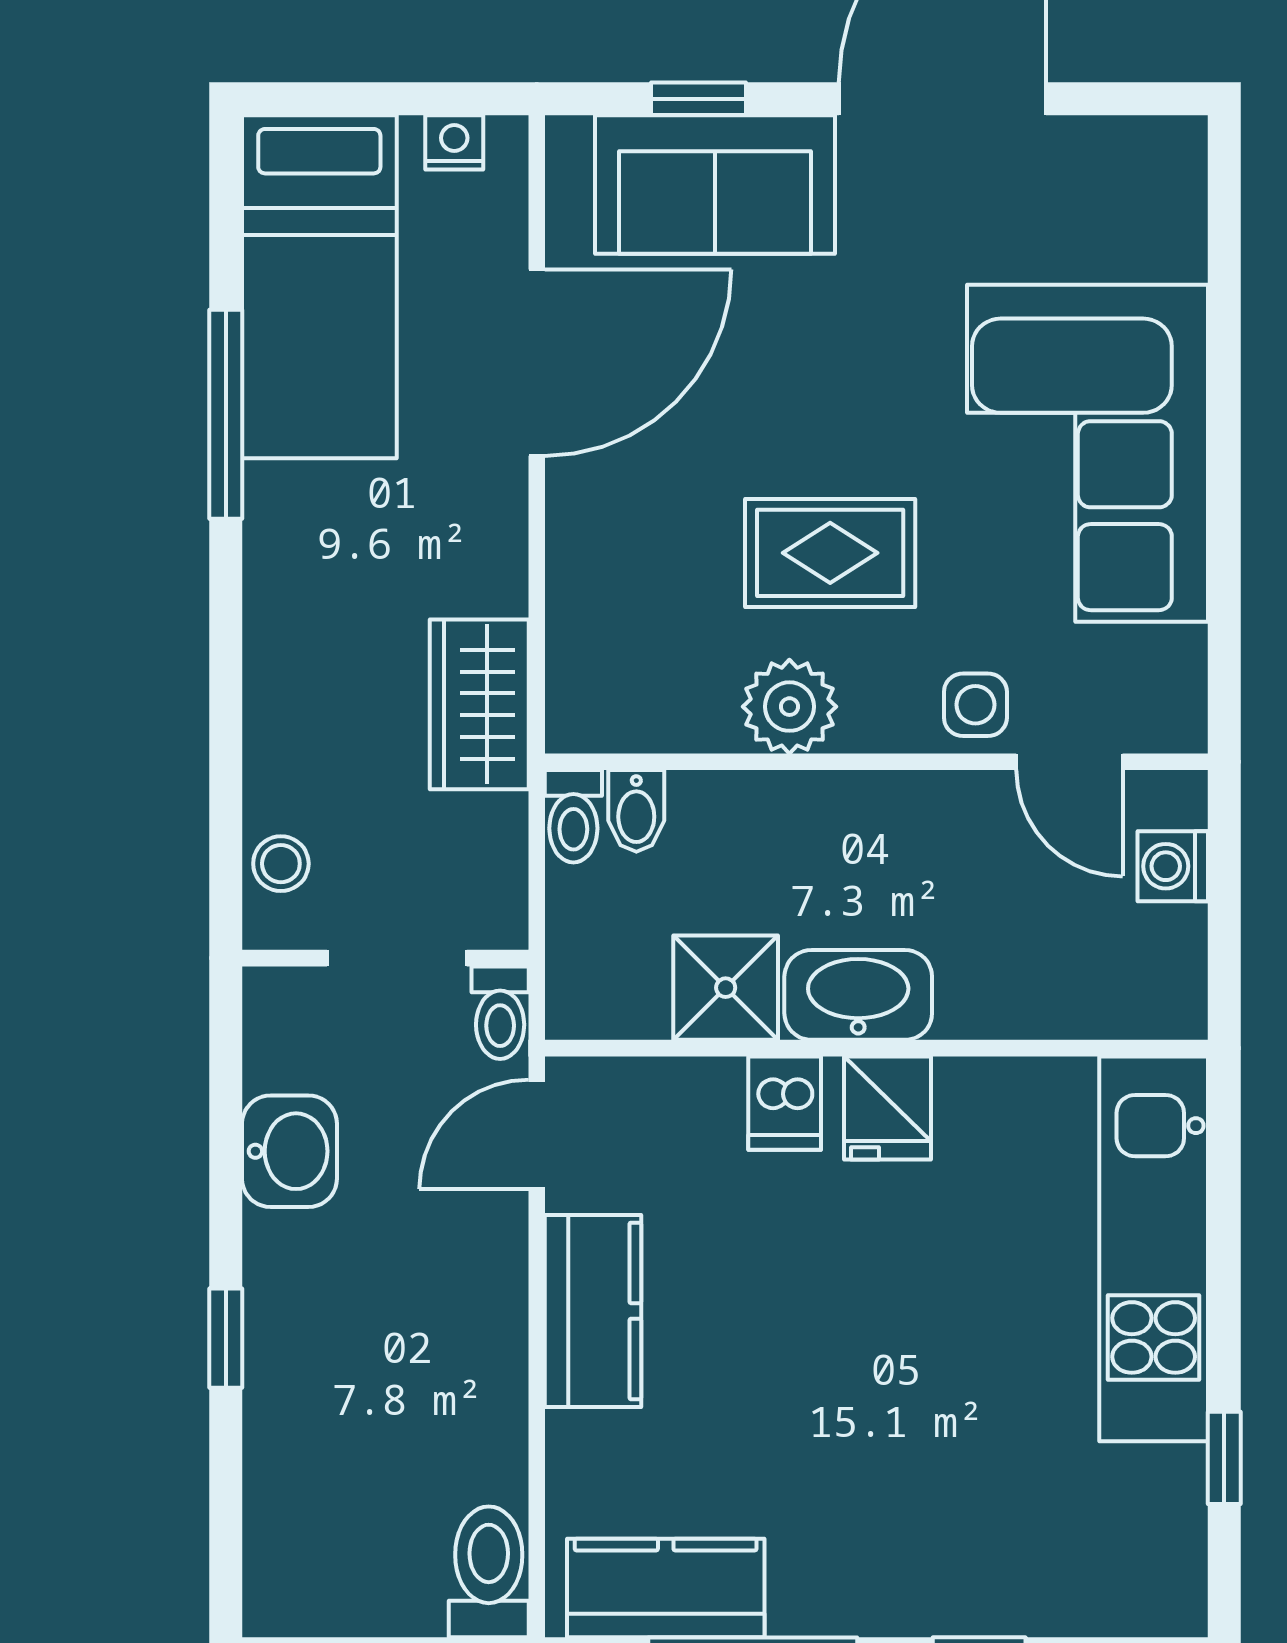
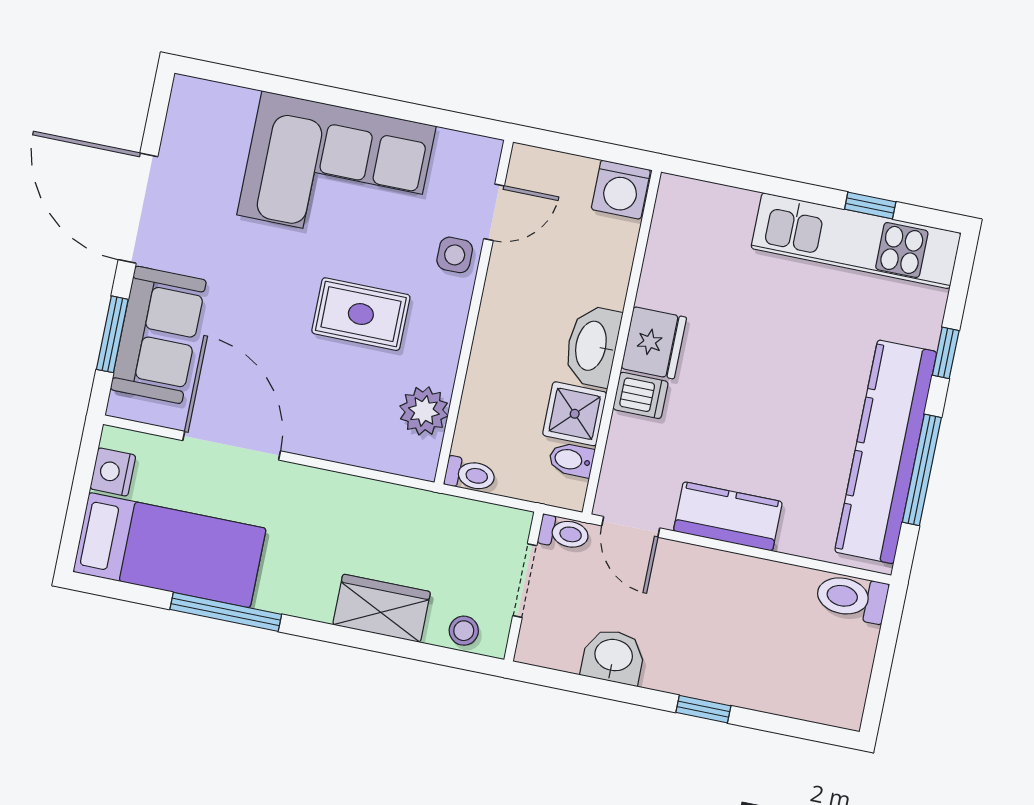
window: (698, 99) -> (112, 334), width x1.50
nightstand: (454, 142) -> (113, 472), width x1.39, depth x1.35
rug: (830, 553) -> (361, 314), turned 90
wardrobe: (479, 704) -> (382, 608), moved, turned 180
plant: (789, 707) -> (424, 411), moved
bidet: (636, 811) -> (571, 460), moved, turned 180
washing machine: (1173, 866) -> (621, 190), moved, width x1.38, depth x1.38
fridge: (887, 1108) -> (654, 343), width x1.38
kitchen unit: (1154, 1249) -> (856, 241), moved
kitchen counter: (666, 1588) -> (886, 452), width x2.08, depth x1.17

